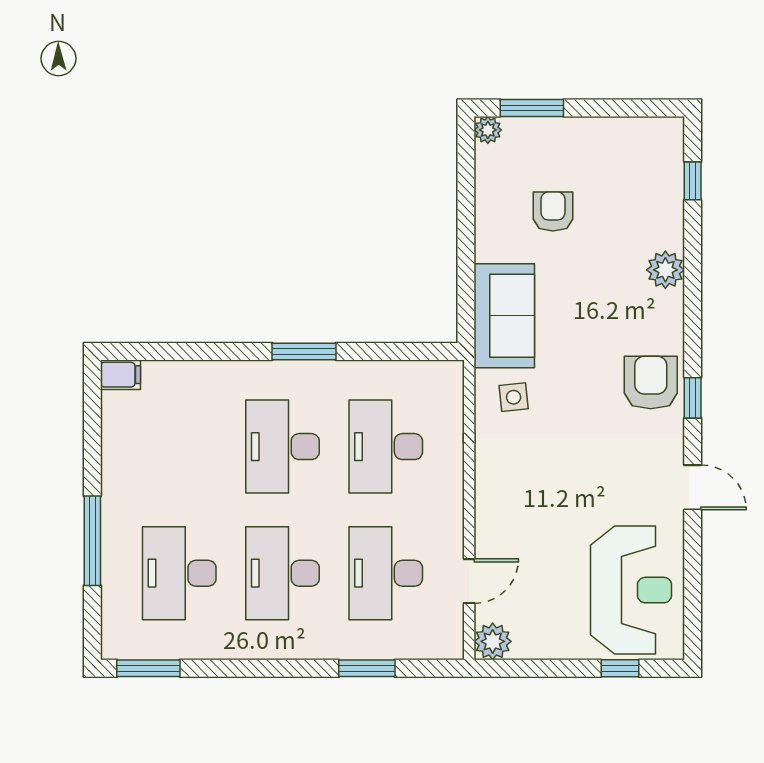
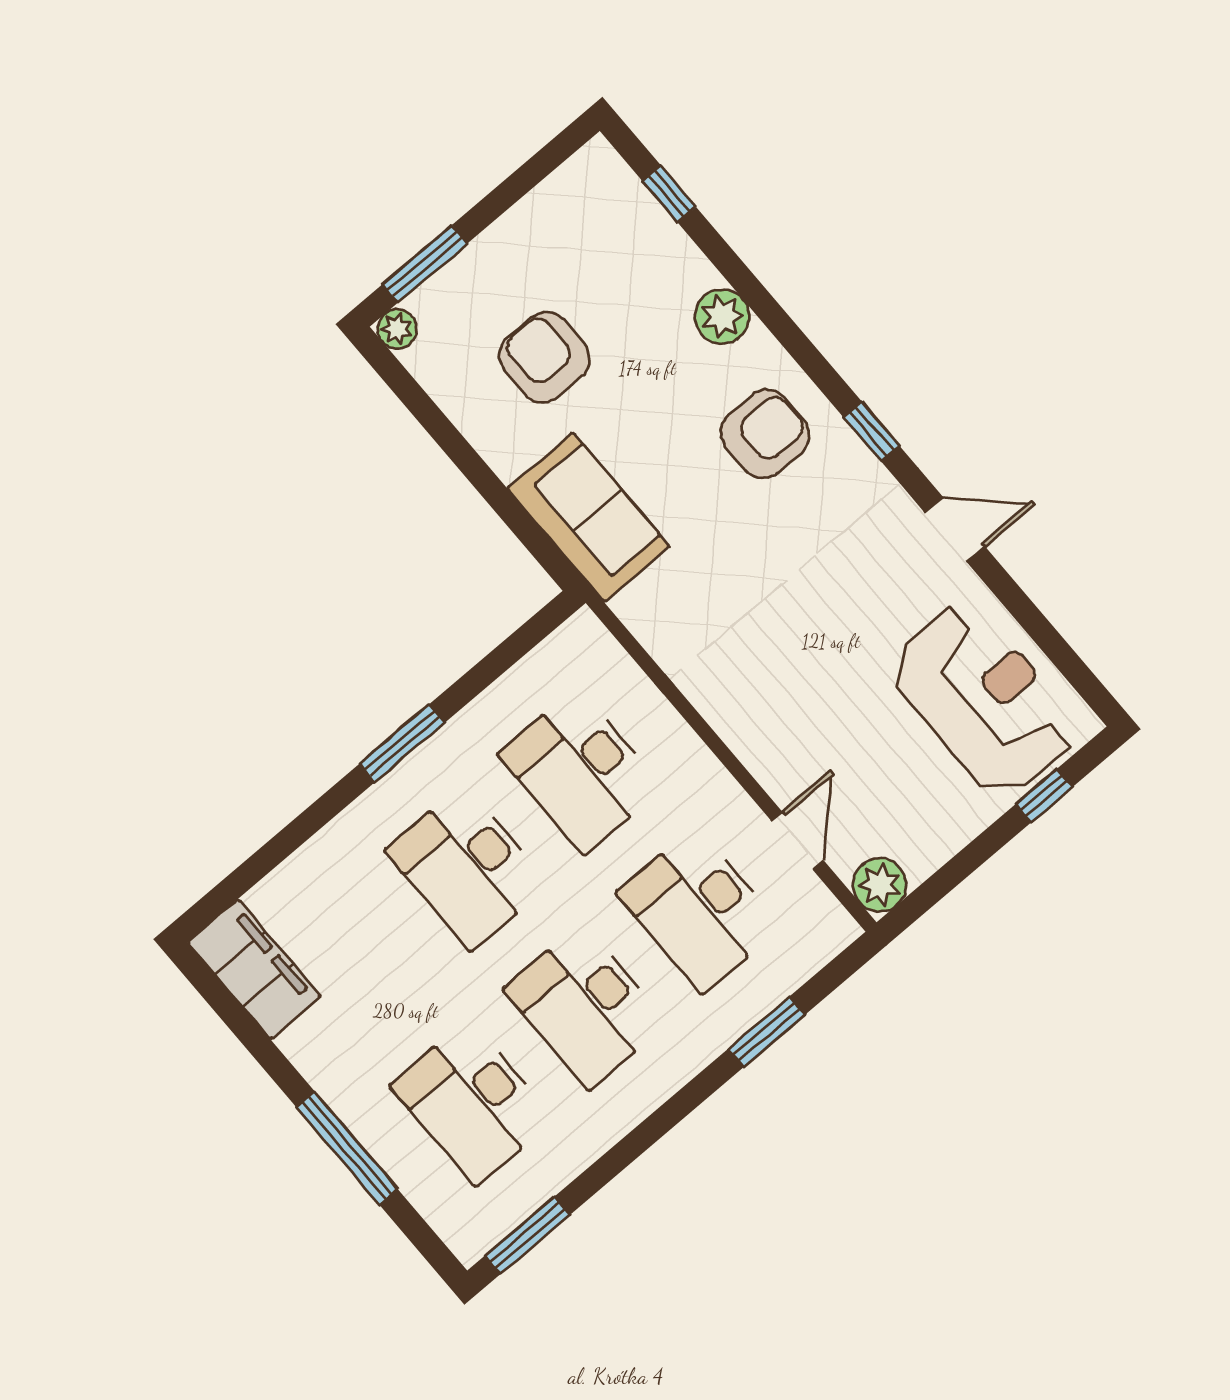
armchair: (553, 211) -> (545, 357), width x1.38, depth x1.38
filing cabinet: (121, 375) -> (254, 969), width x3.00, depth x1.17
armchair: (651, 382) -> (765, 434), moved, turned 90
side table: (514, 397) -> (675, 598), removed

